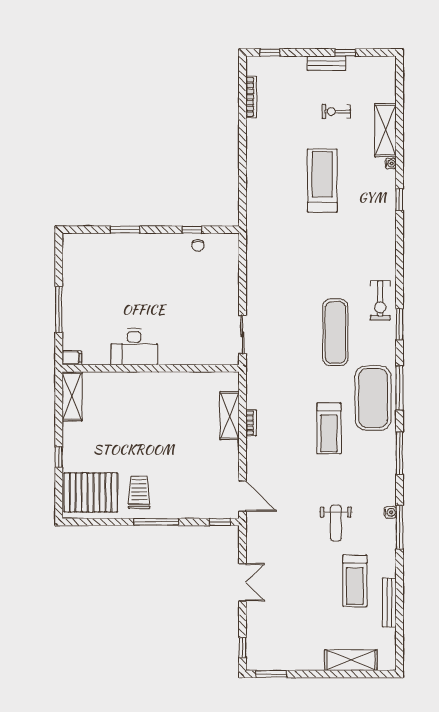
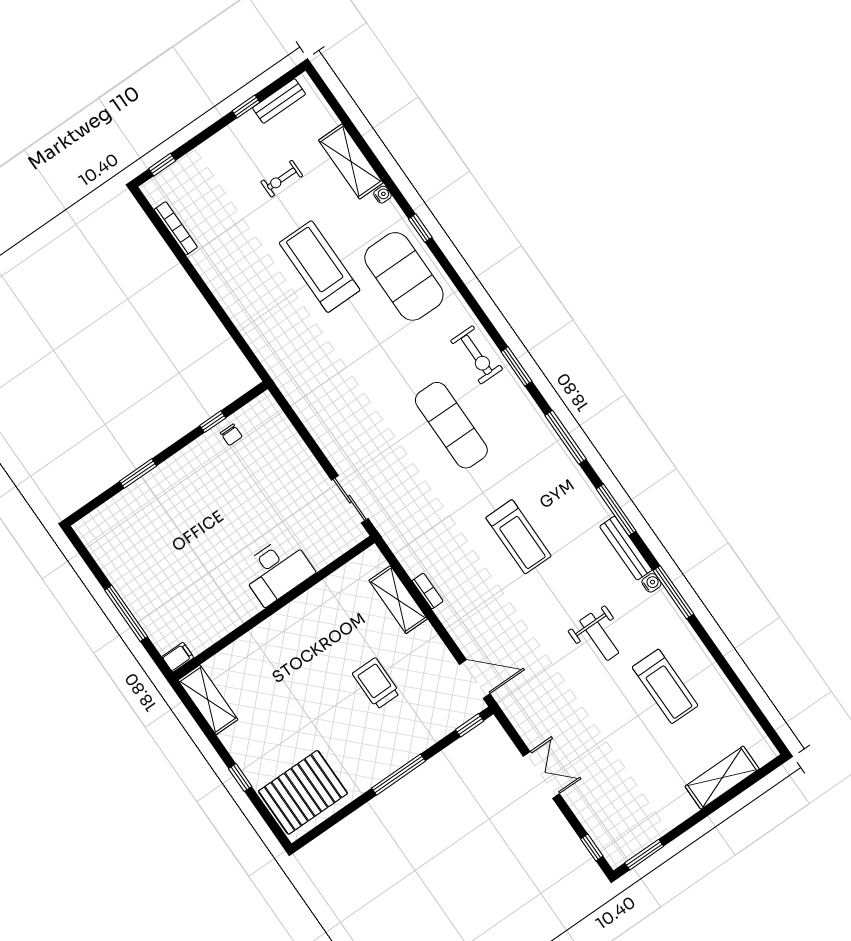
bench: (326, 63) -> (279, 101), moved
desk: (134, 347) -> (277, 570), moved
exercise mat: (373, 398) -> (404, 276), moved
trolley: (139, 492) -> (376, 683), moved
bench: (389, 603) -> (626, 548), moved

